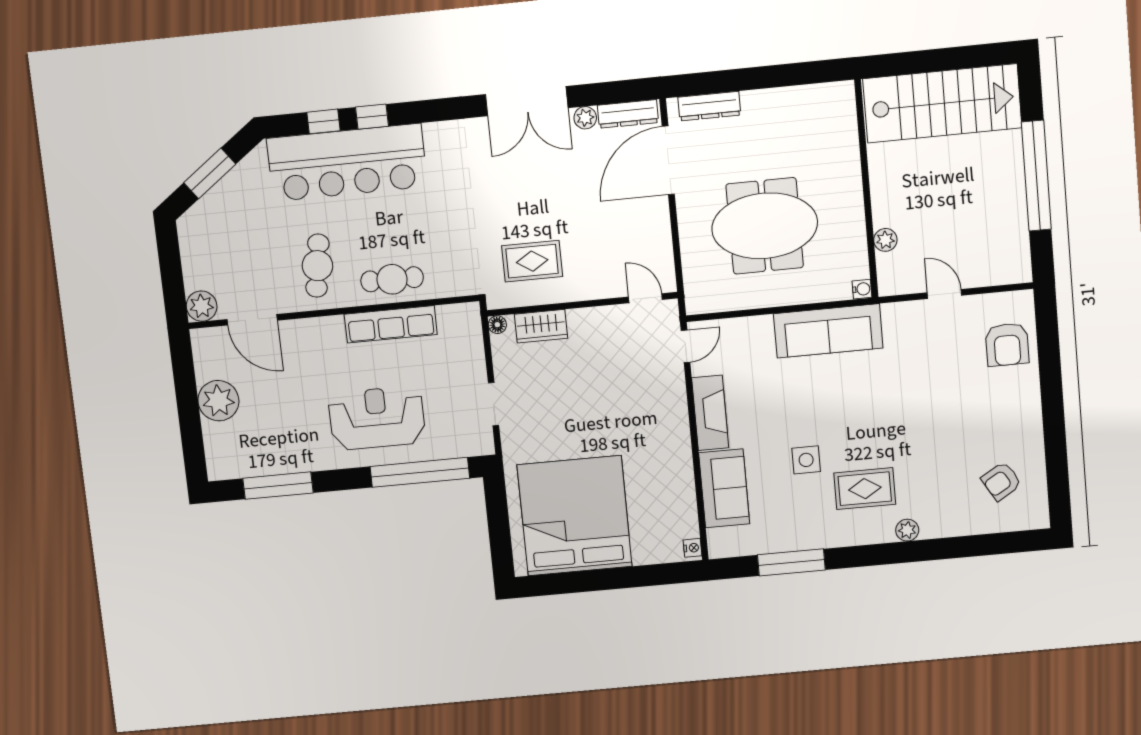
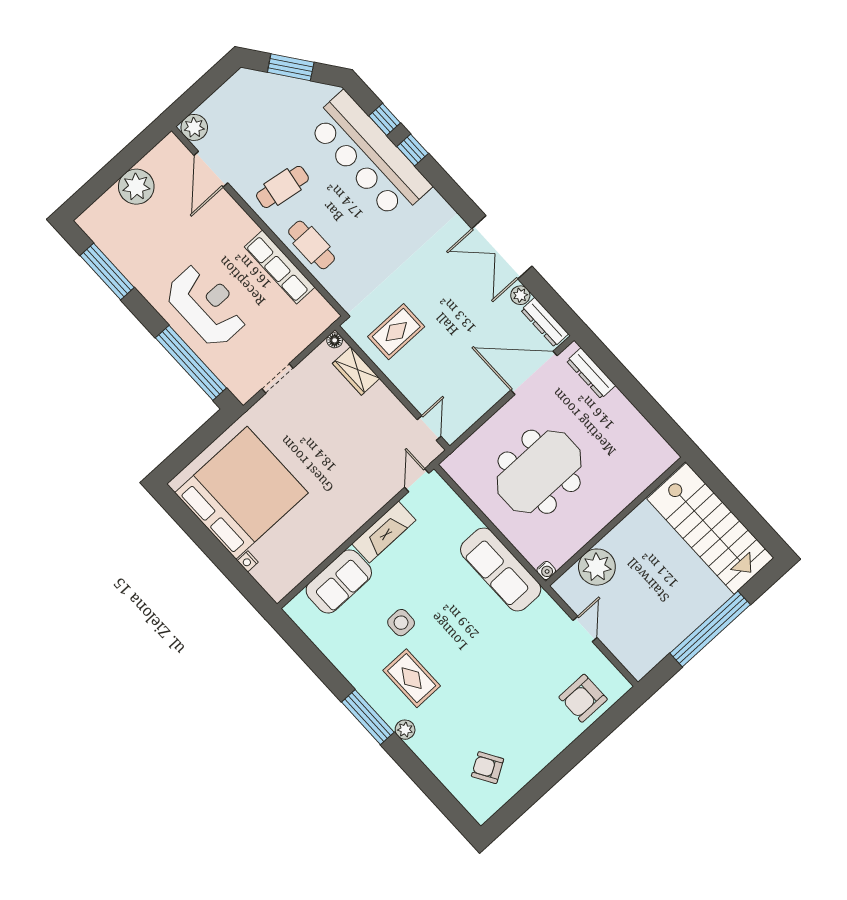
meeting table: (765, 226) -> (539, 472), turned 90
plant: (885, 240) -> (597, 567), width x1.88, depth x1.88
rug: (532, 261) -> (396, 332), turned 90
door: (686, 346) -> (417, 480), swing flipped
nightstand: (693, 548) -> (248, 561), moved, turned 90
window: (791, 562) -> (368, 717), moved

